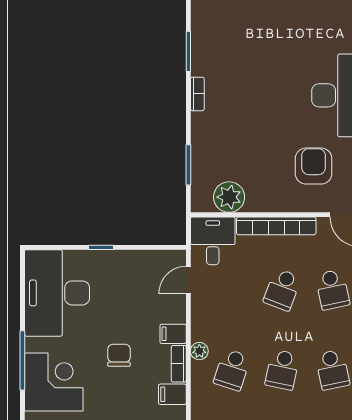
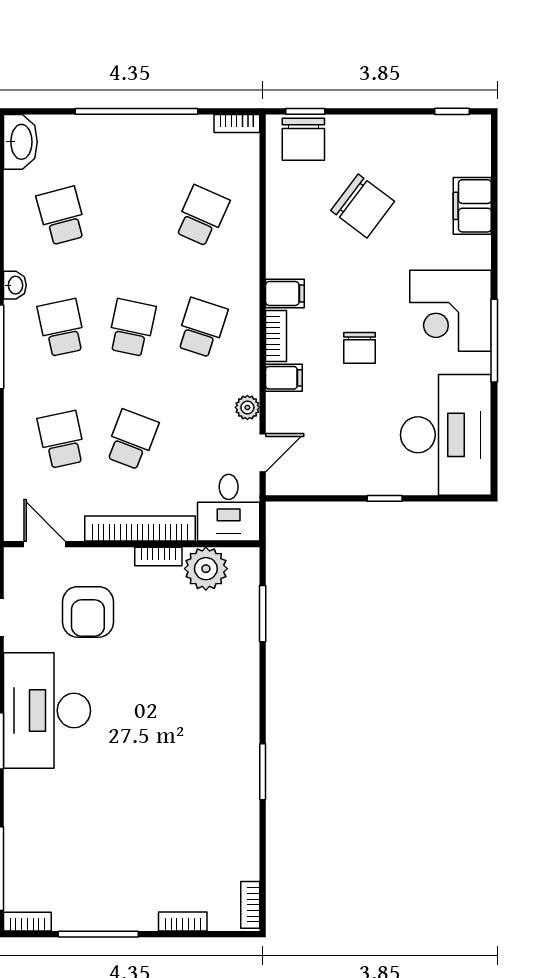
bookcase: (197, 94) -> (158, 557), moved, turned -90
plant: (199, 351) -> (247, 407), moved

